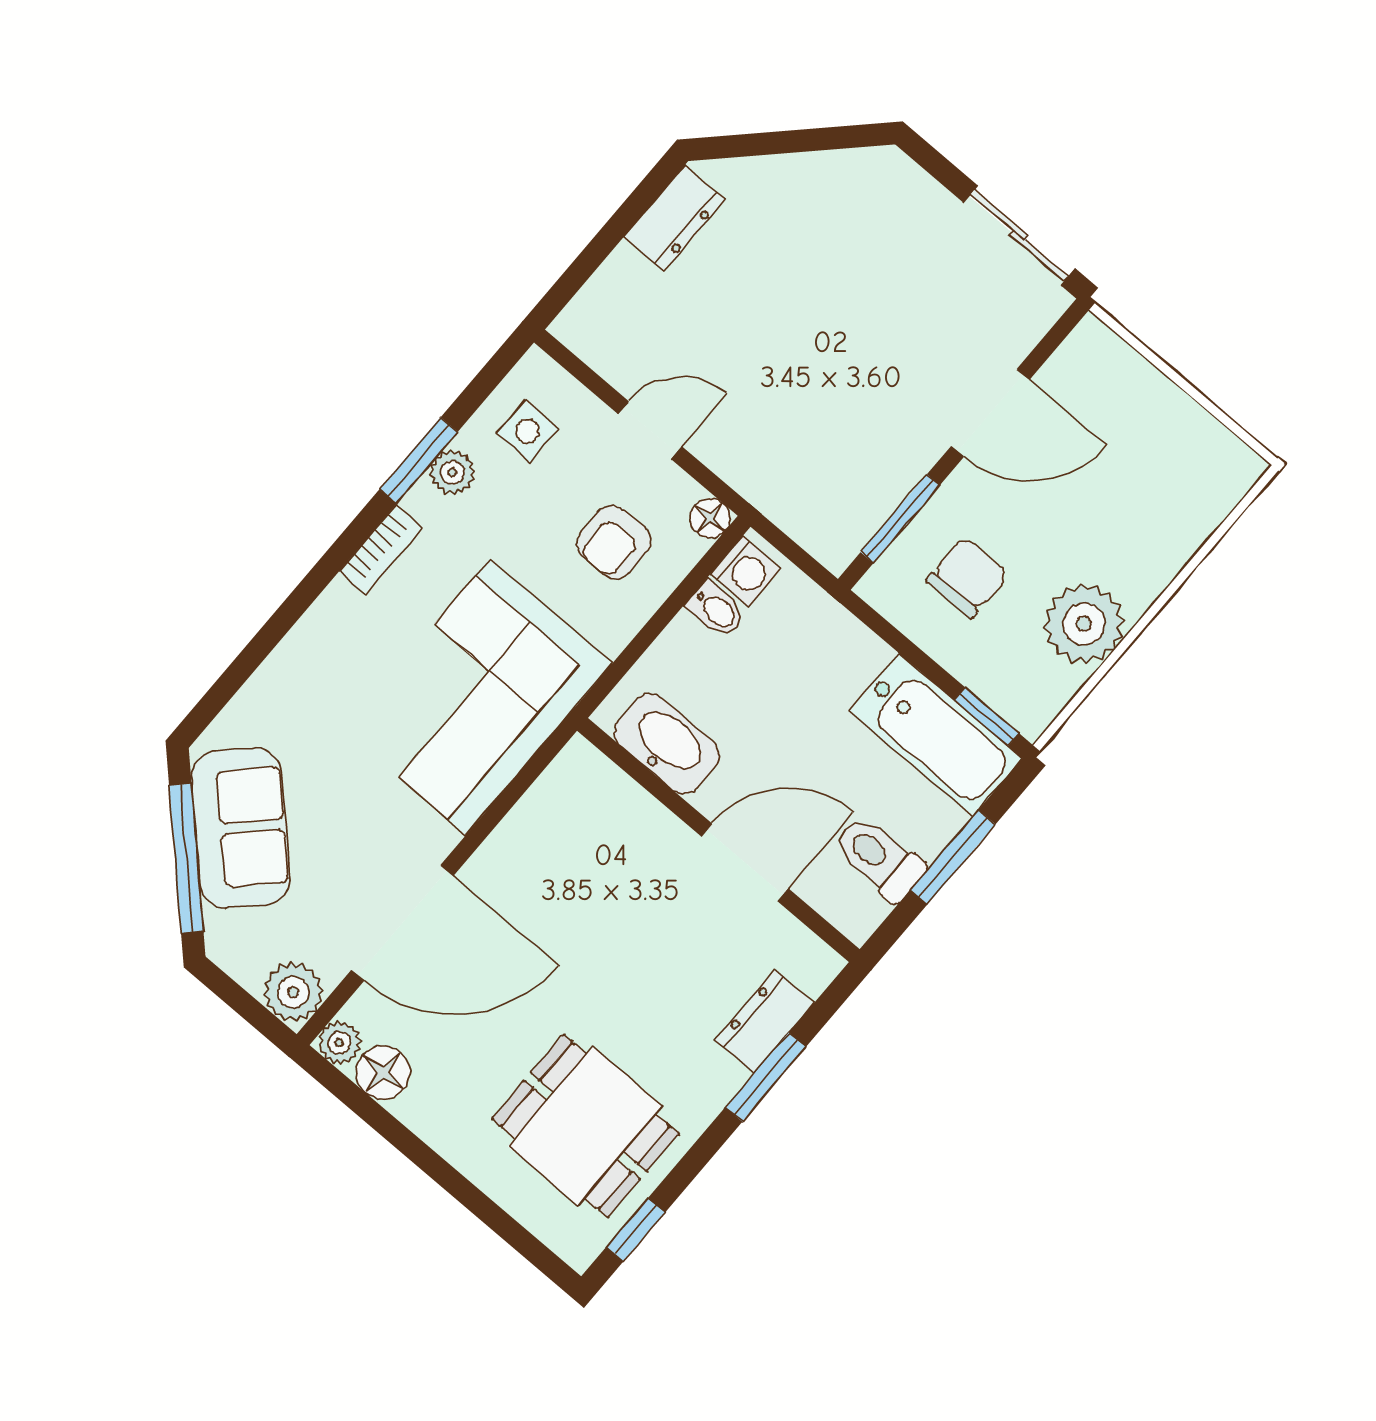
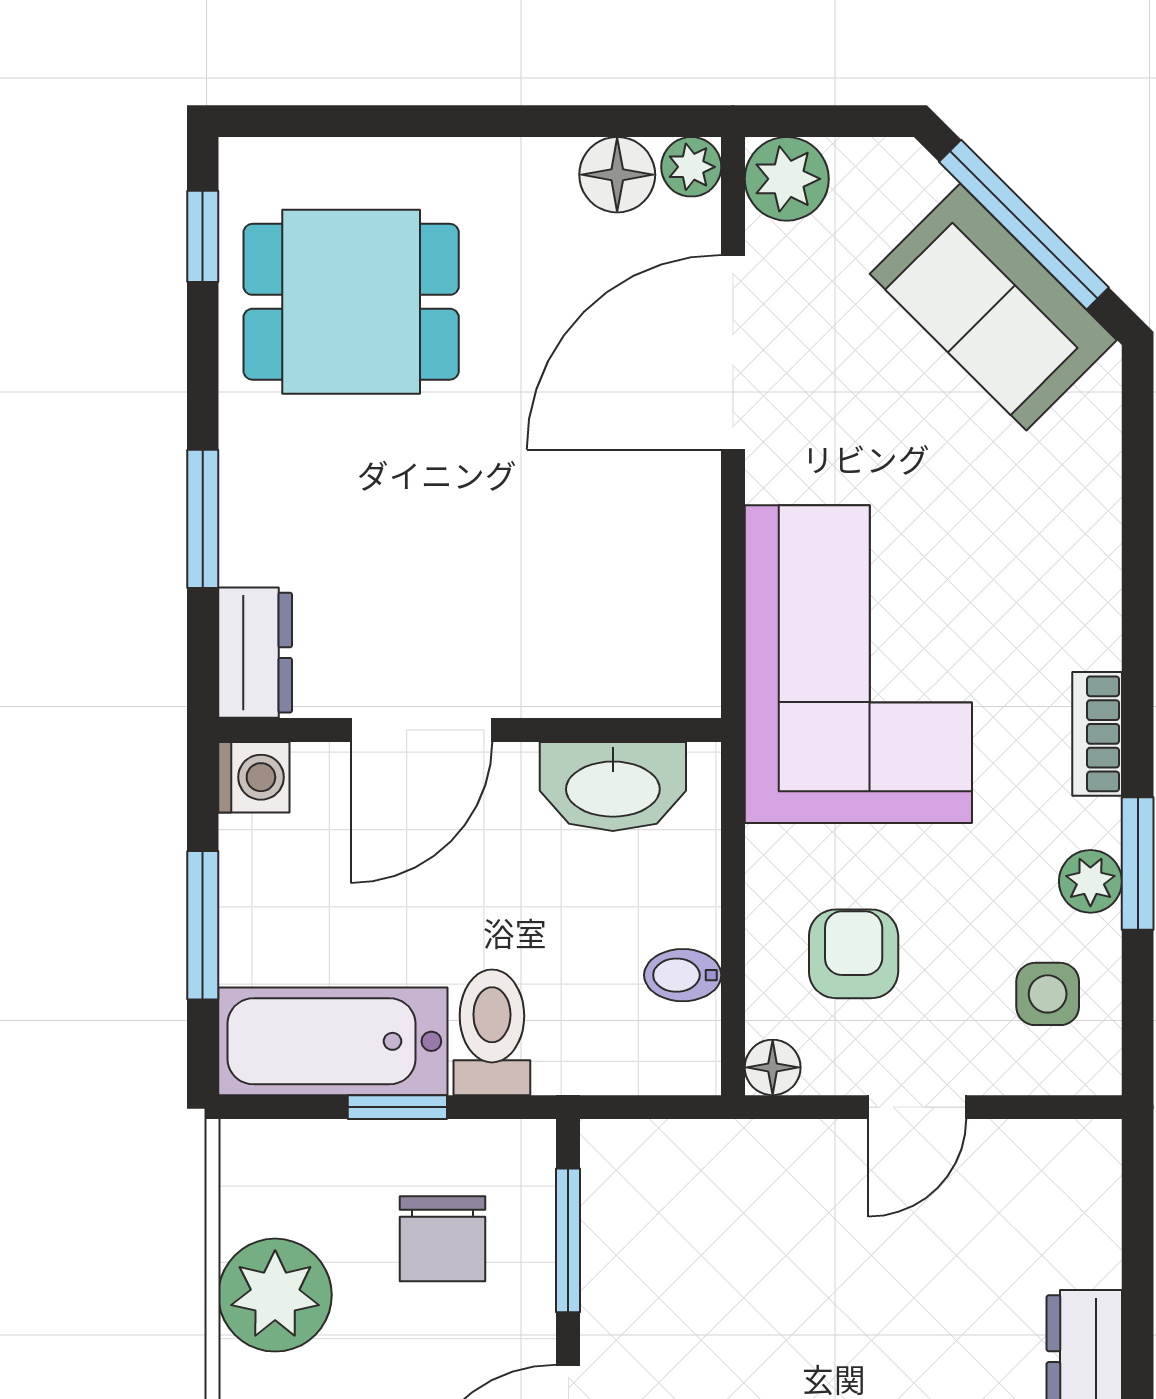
washing machine: (746, 571) -> (254, 777), moved, turned 180
window: (987, 717) -> (397, 1107), moved
toilet: (879, 858) -> (492, 1032), moved, turned -90
dresser: (764, 1021) -> (255, 653), moved

